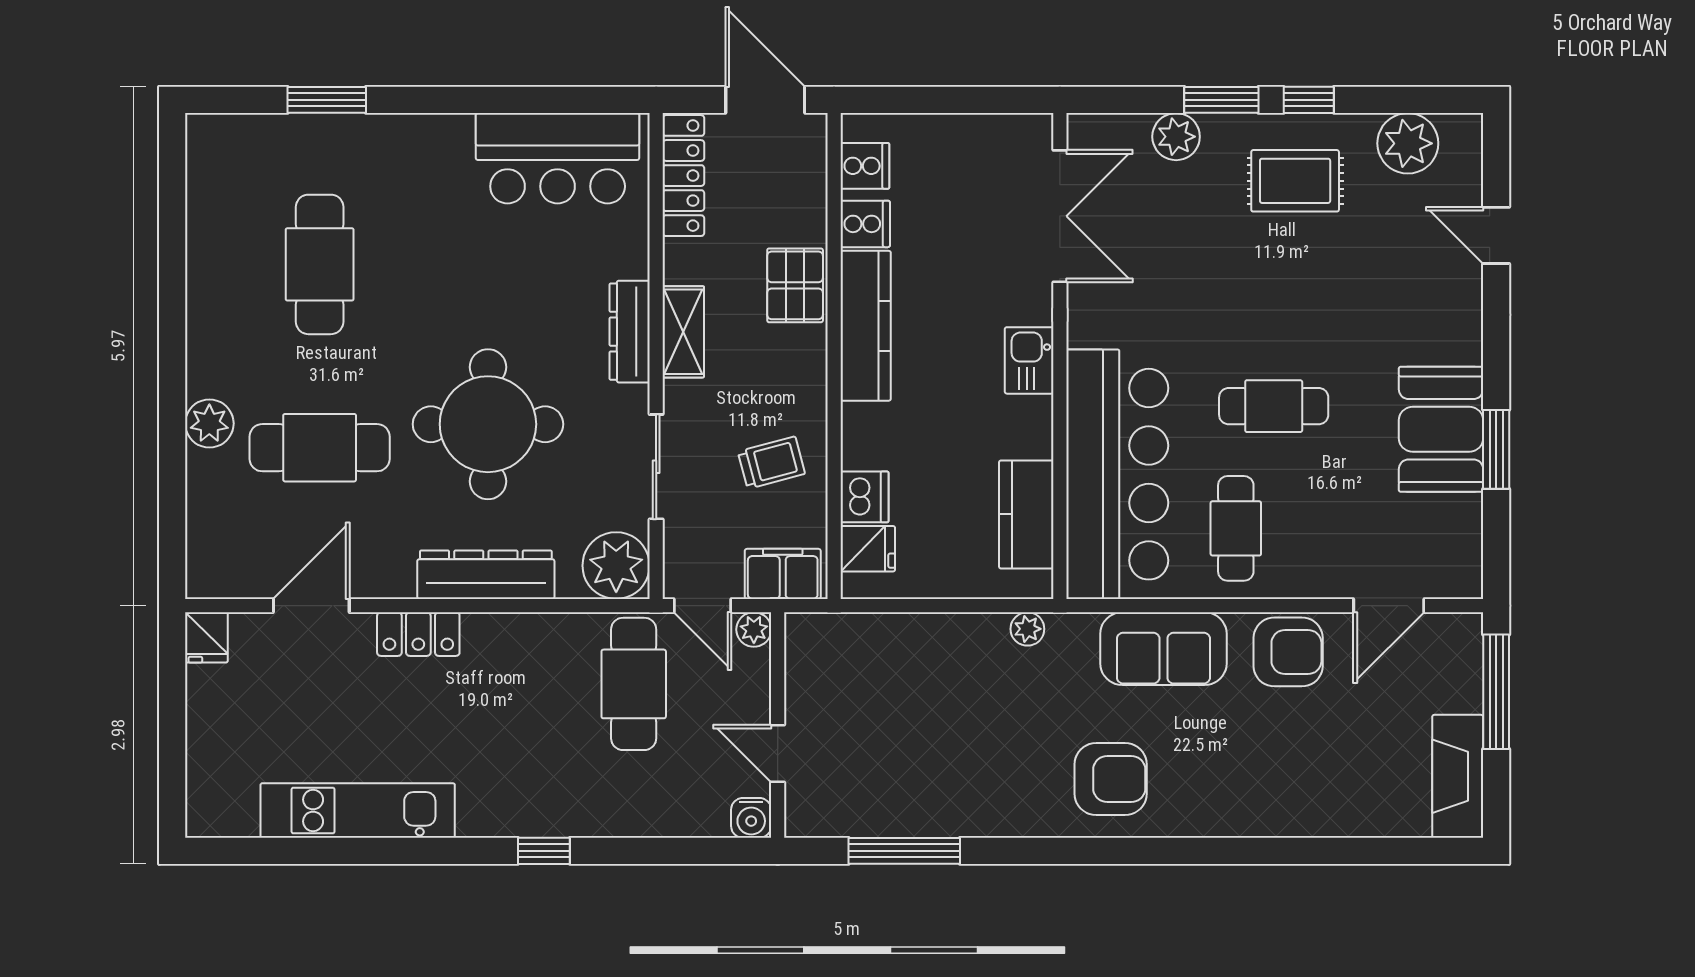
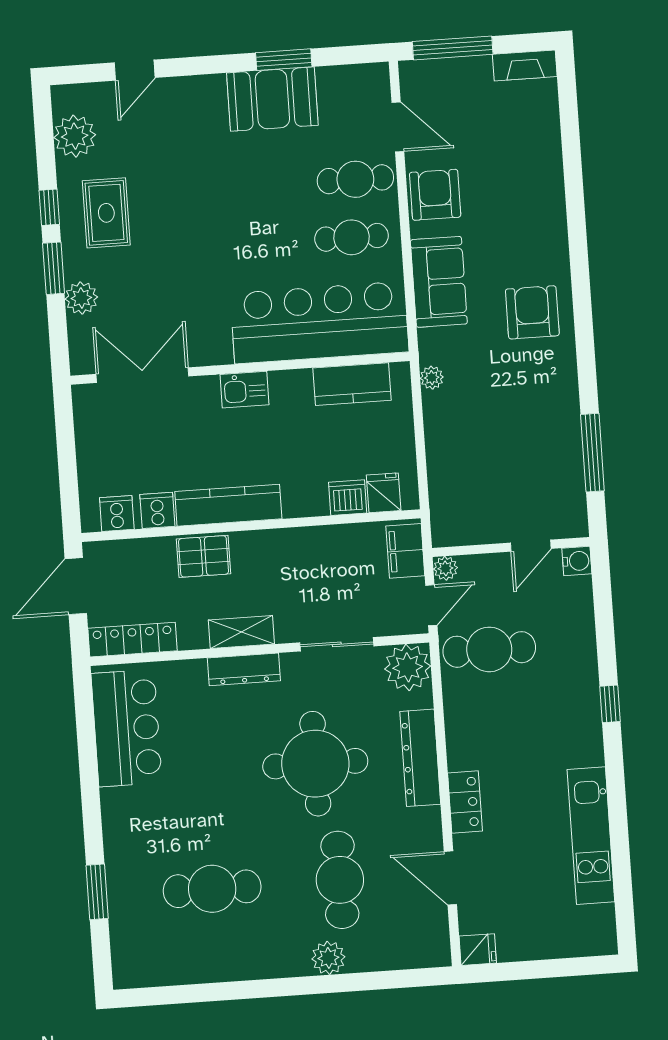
cafe table: (1274, 406) -> (355, 179), moved, turned 90
trolley: (771, 463) -> (328, 564), removed
fireplace: (1458, 776) -> (525, 65), width x0.73, depth x0.76

